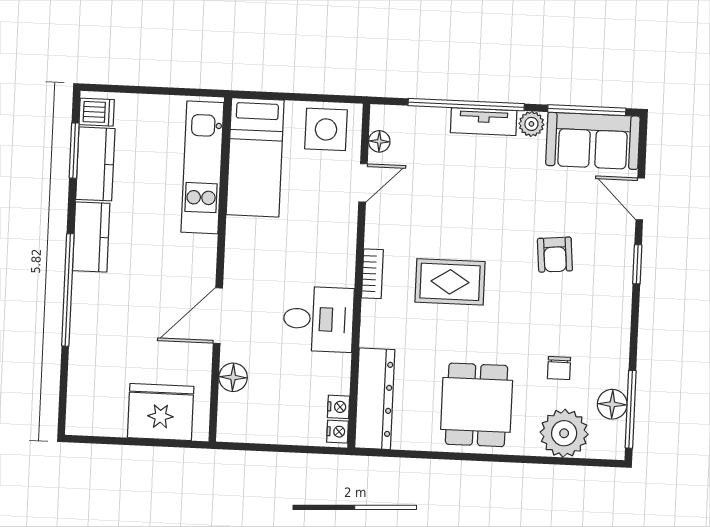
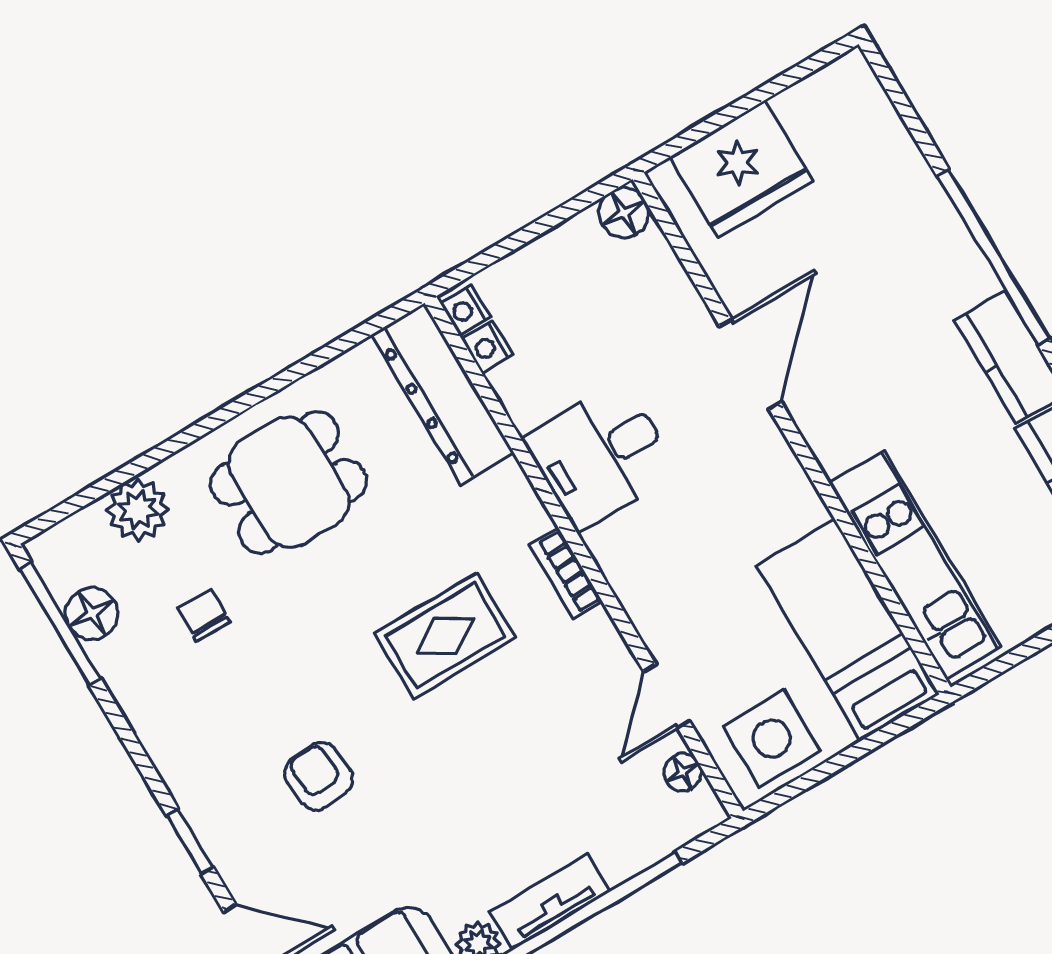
floor lamp: (233, 377) -> (624, 213), moved
dining table: (477, 405) -> (289, 482), turned 90
plant: (564, 433) -> (138, 510), width x0.73, depth x0.73

